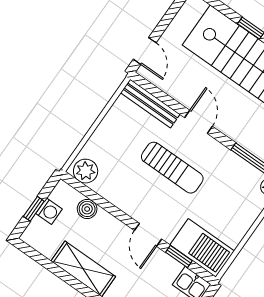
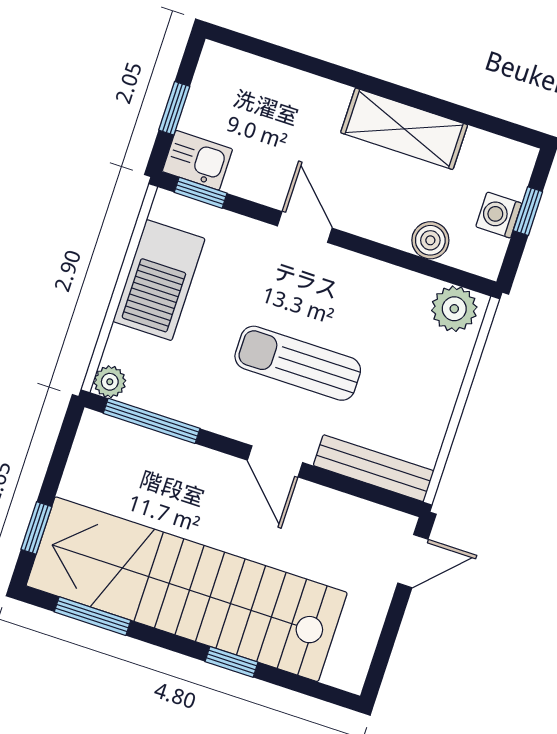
door: (145, 51) -> (413, 561), swing flipped
barbecue: (202, 248) -> (159, 280), moved, turned -90
window: (179, 256) -> (201, 193), moved

